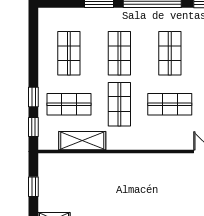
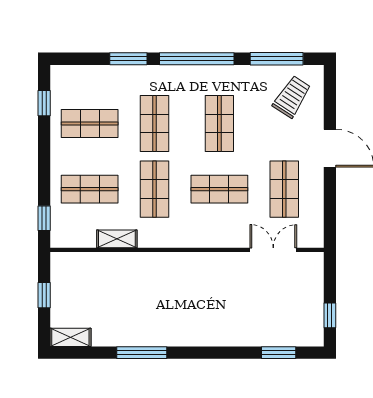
shop shelf: (69, 53) -> (90, 124), turned 90
window: (33, 97) -> (44, 103), moved
shelving: (82, 141) -> (117, 239), width x0.67, depth x0.75

